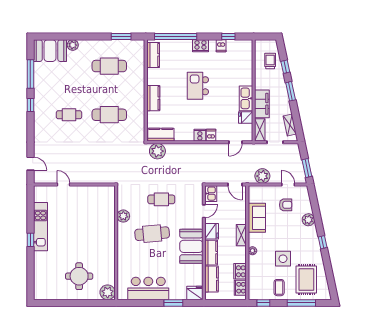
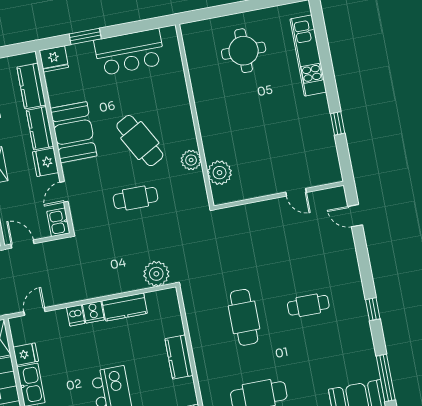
window: (30, 74) -> (386, 378), moved
cafe table: (109, 115) -> (244, 317), turned 90
kitchen counter: (161, 135) -> (125, 307), moved
kitchen unit: (40, 227) -> (308, 56), moved
cafe table: (152, 234) -> (140, 141), turned 66
window: (30, 240) -> (338, 123), moved
plant: (108, 292) -> (220, 173), moved

